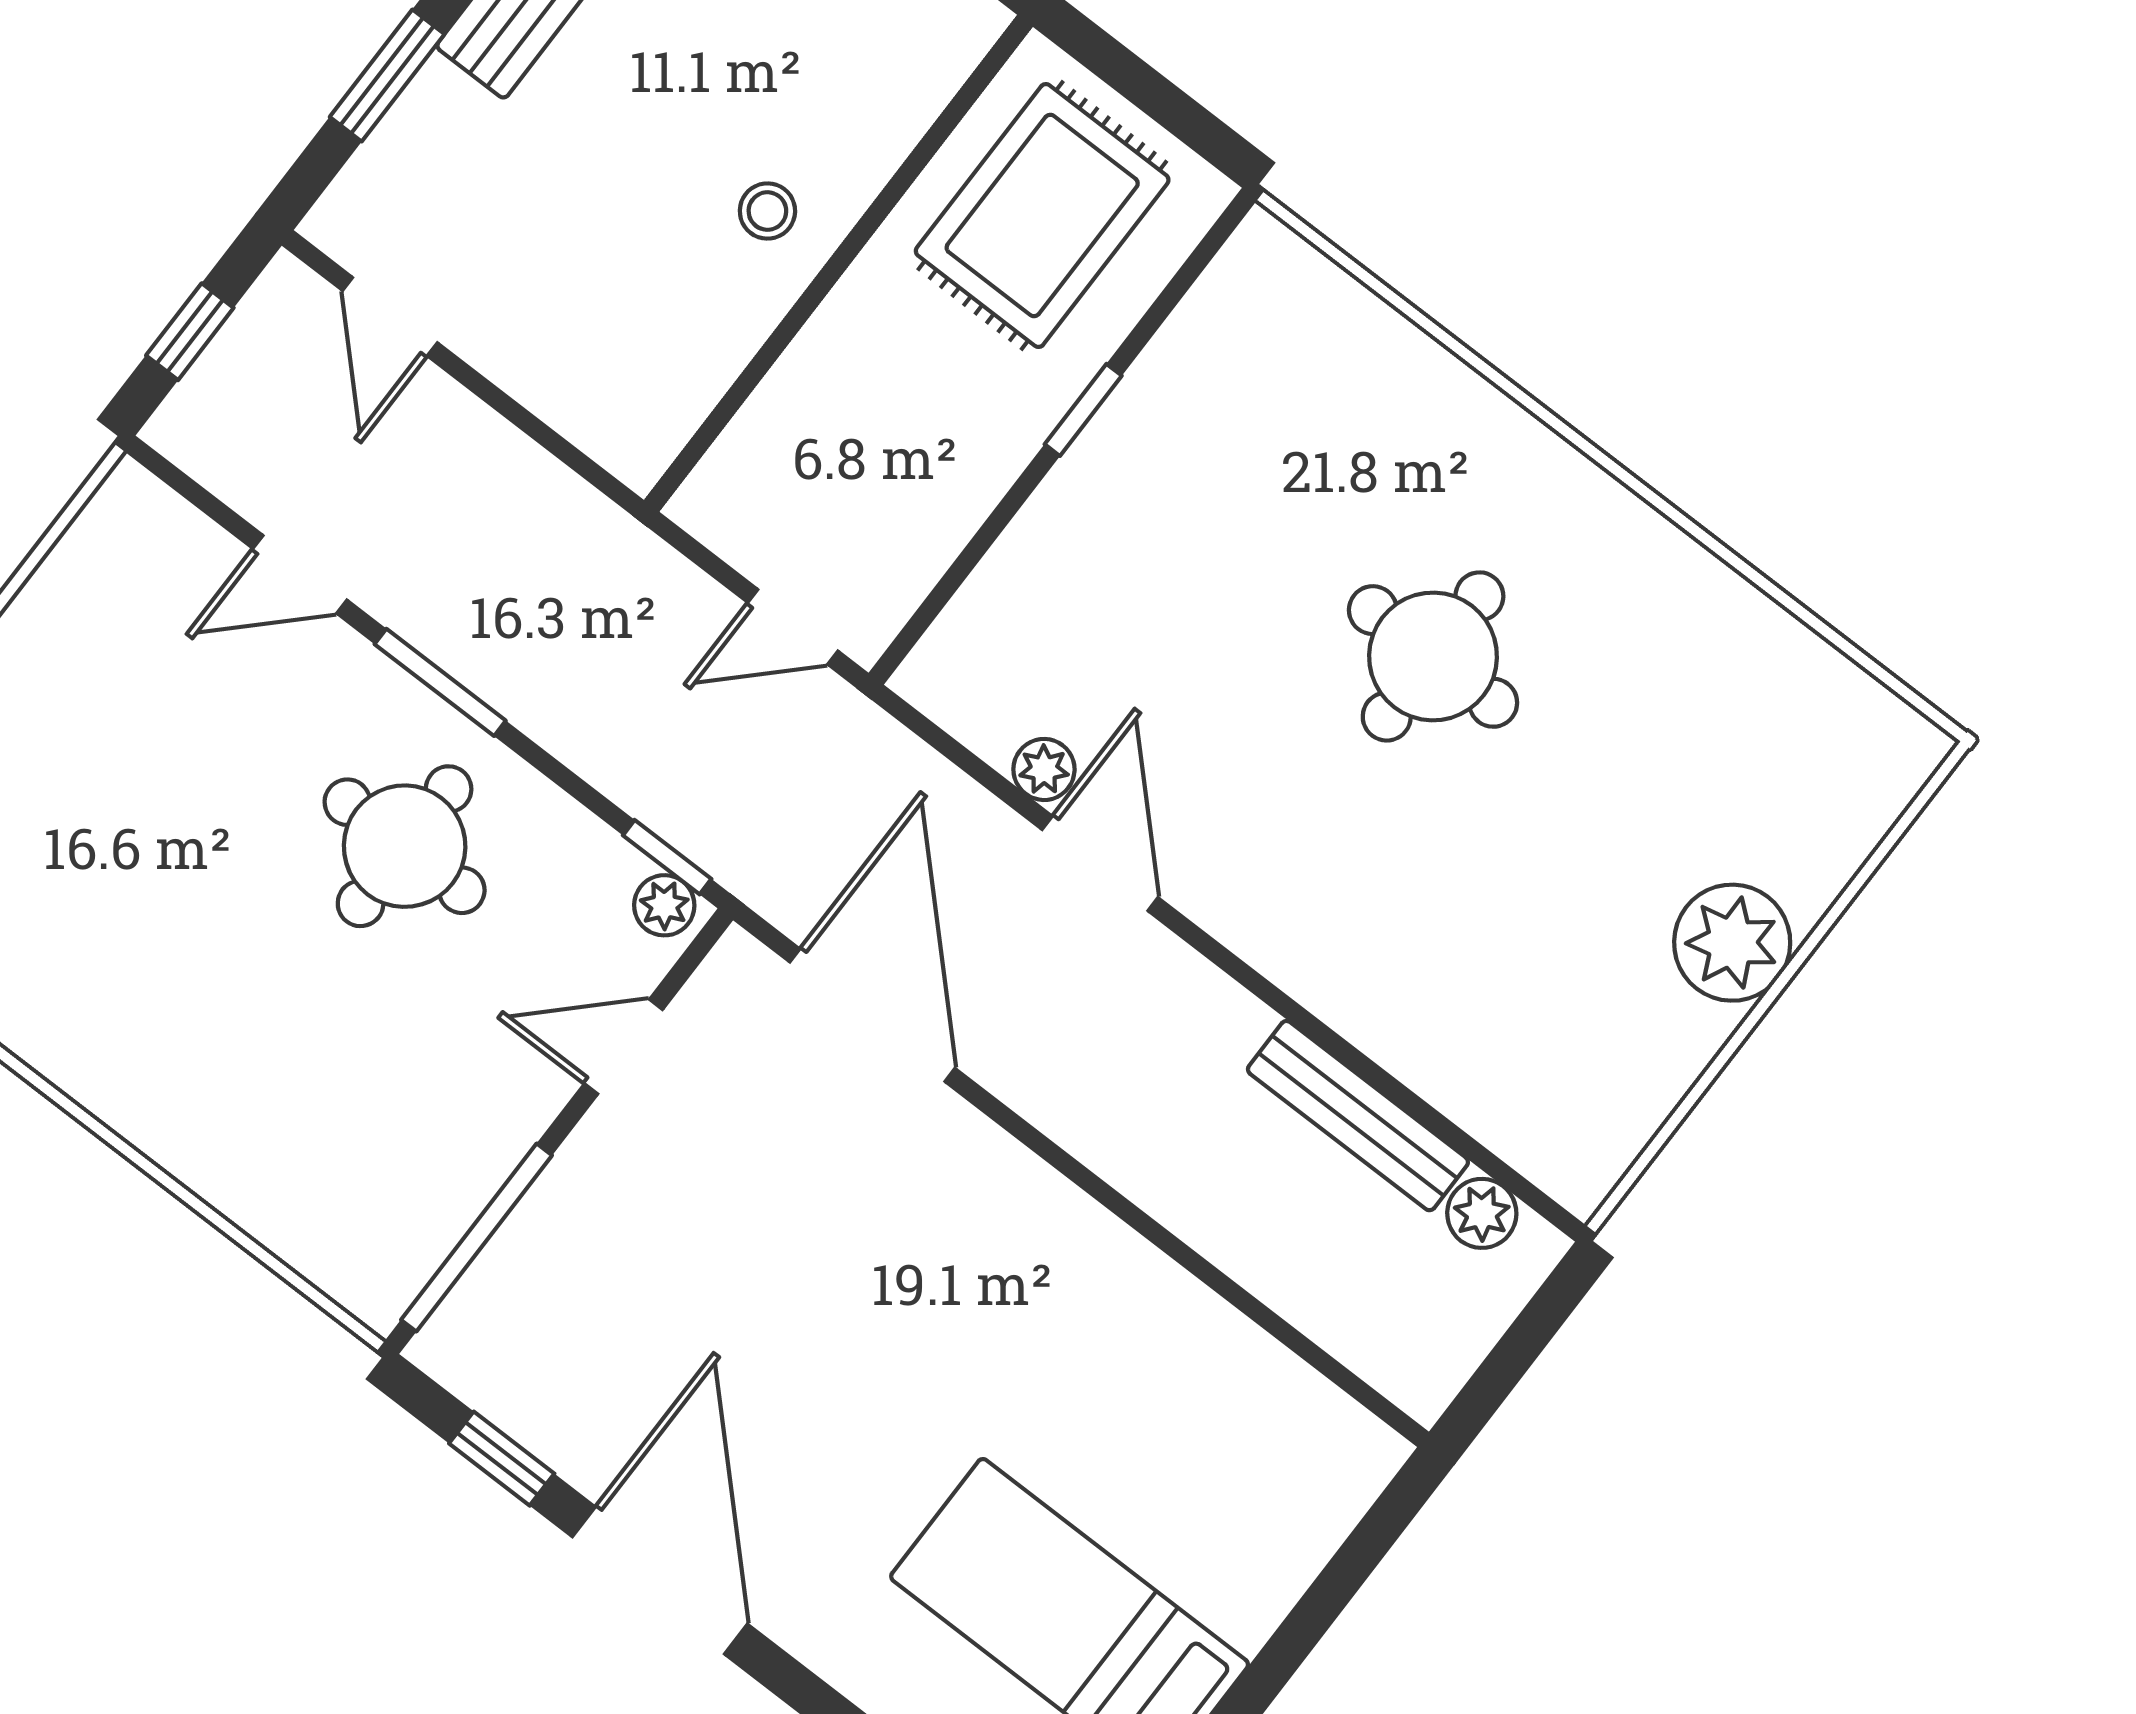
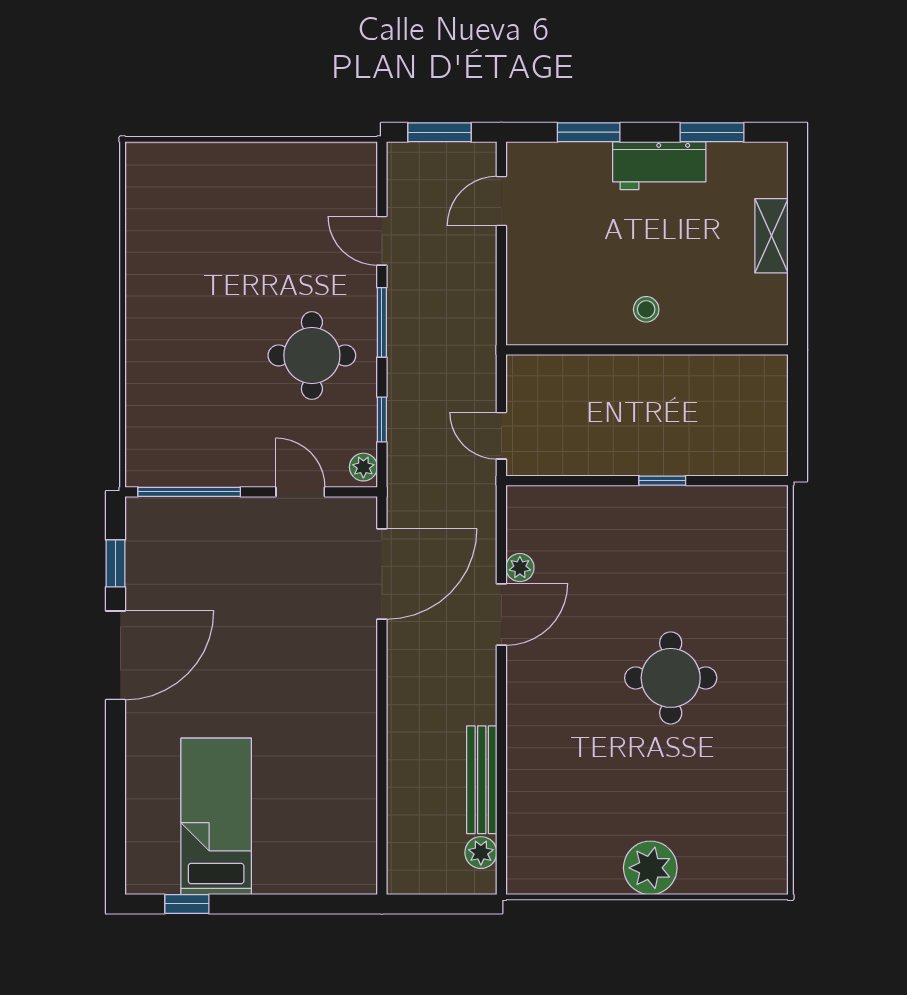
rug: (1042, 215) -> (722, 411), removed
window: (190, 332) -> (439, 132), width x1.50
window: (667, 857) -> (382, 420), moved

